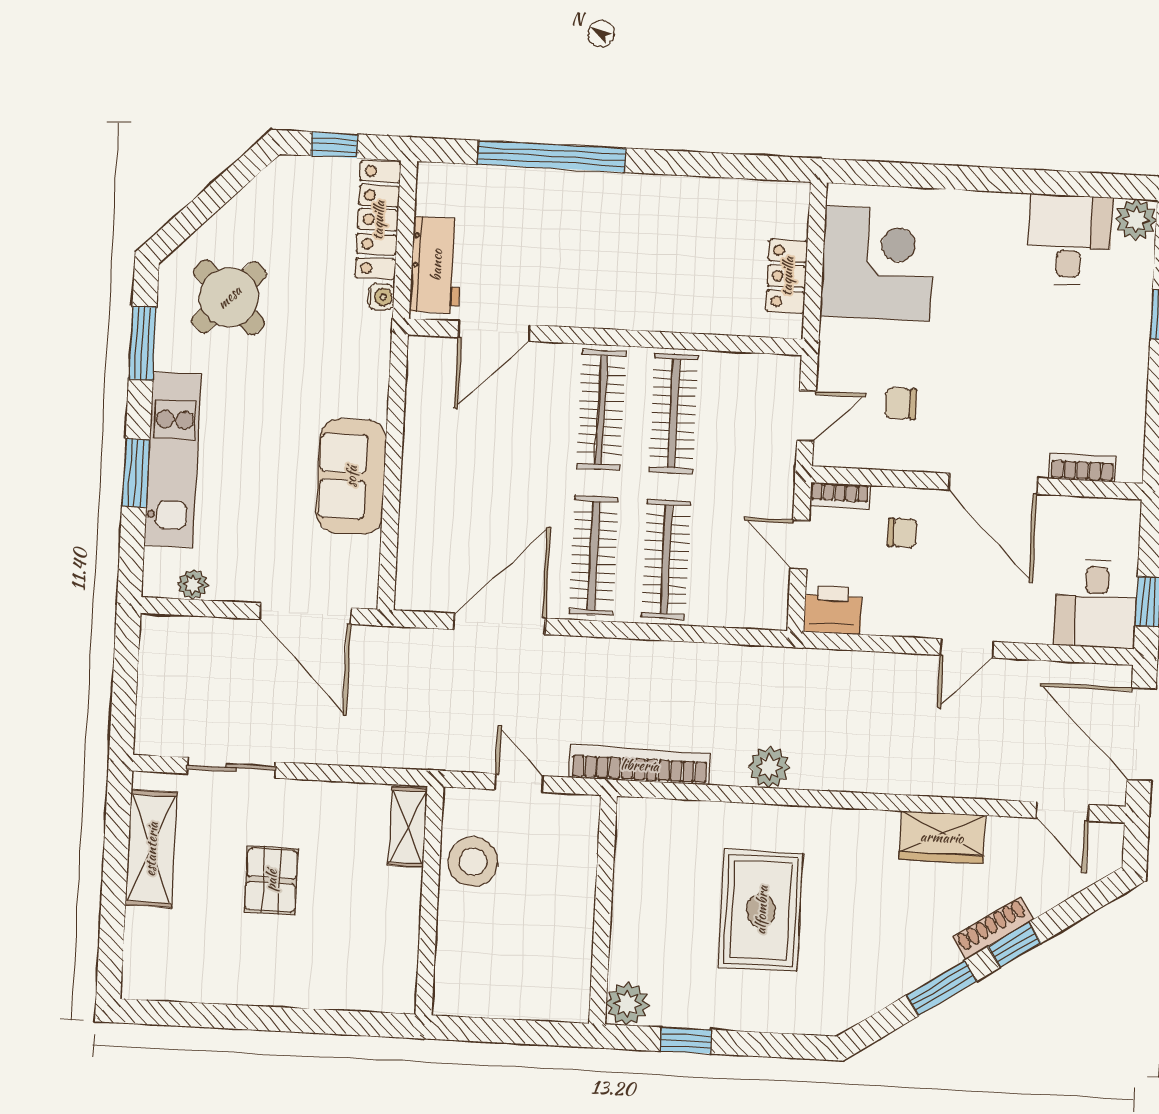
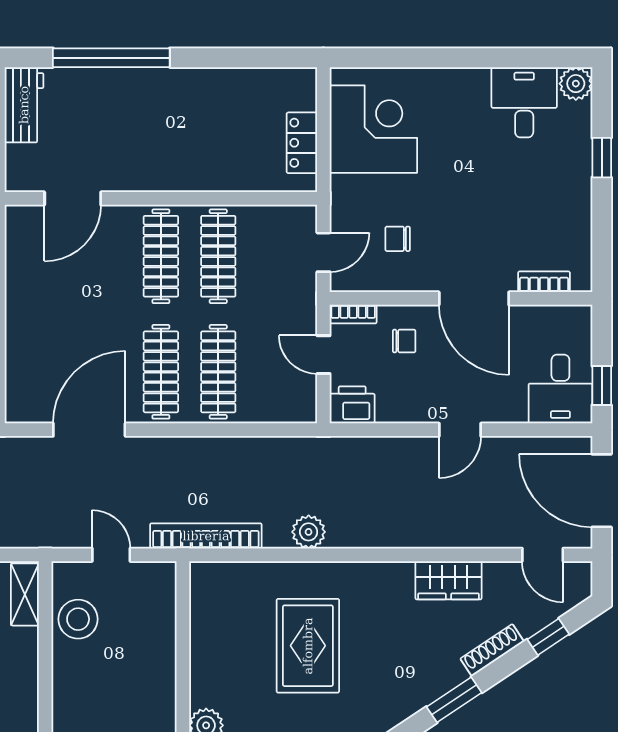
workbench: (436, 265) -> (24, 105), moved
window: (1014, 945) -> (548, 637), moved

